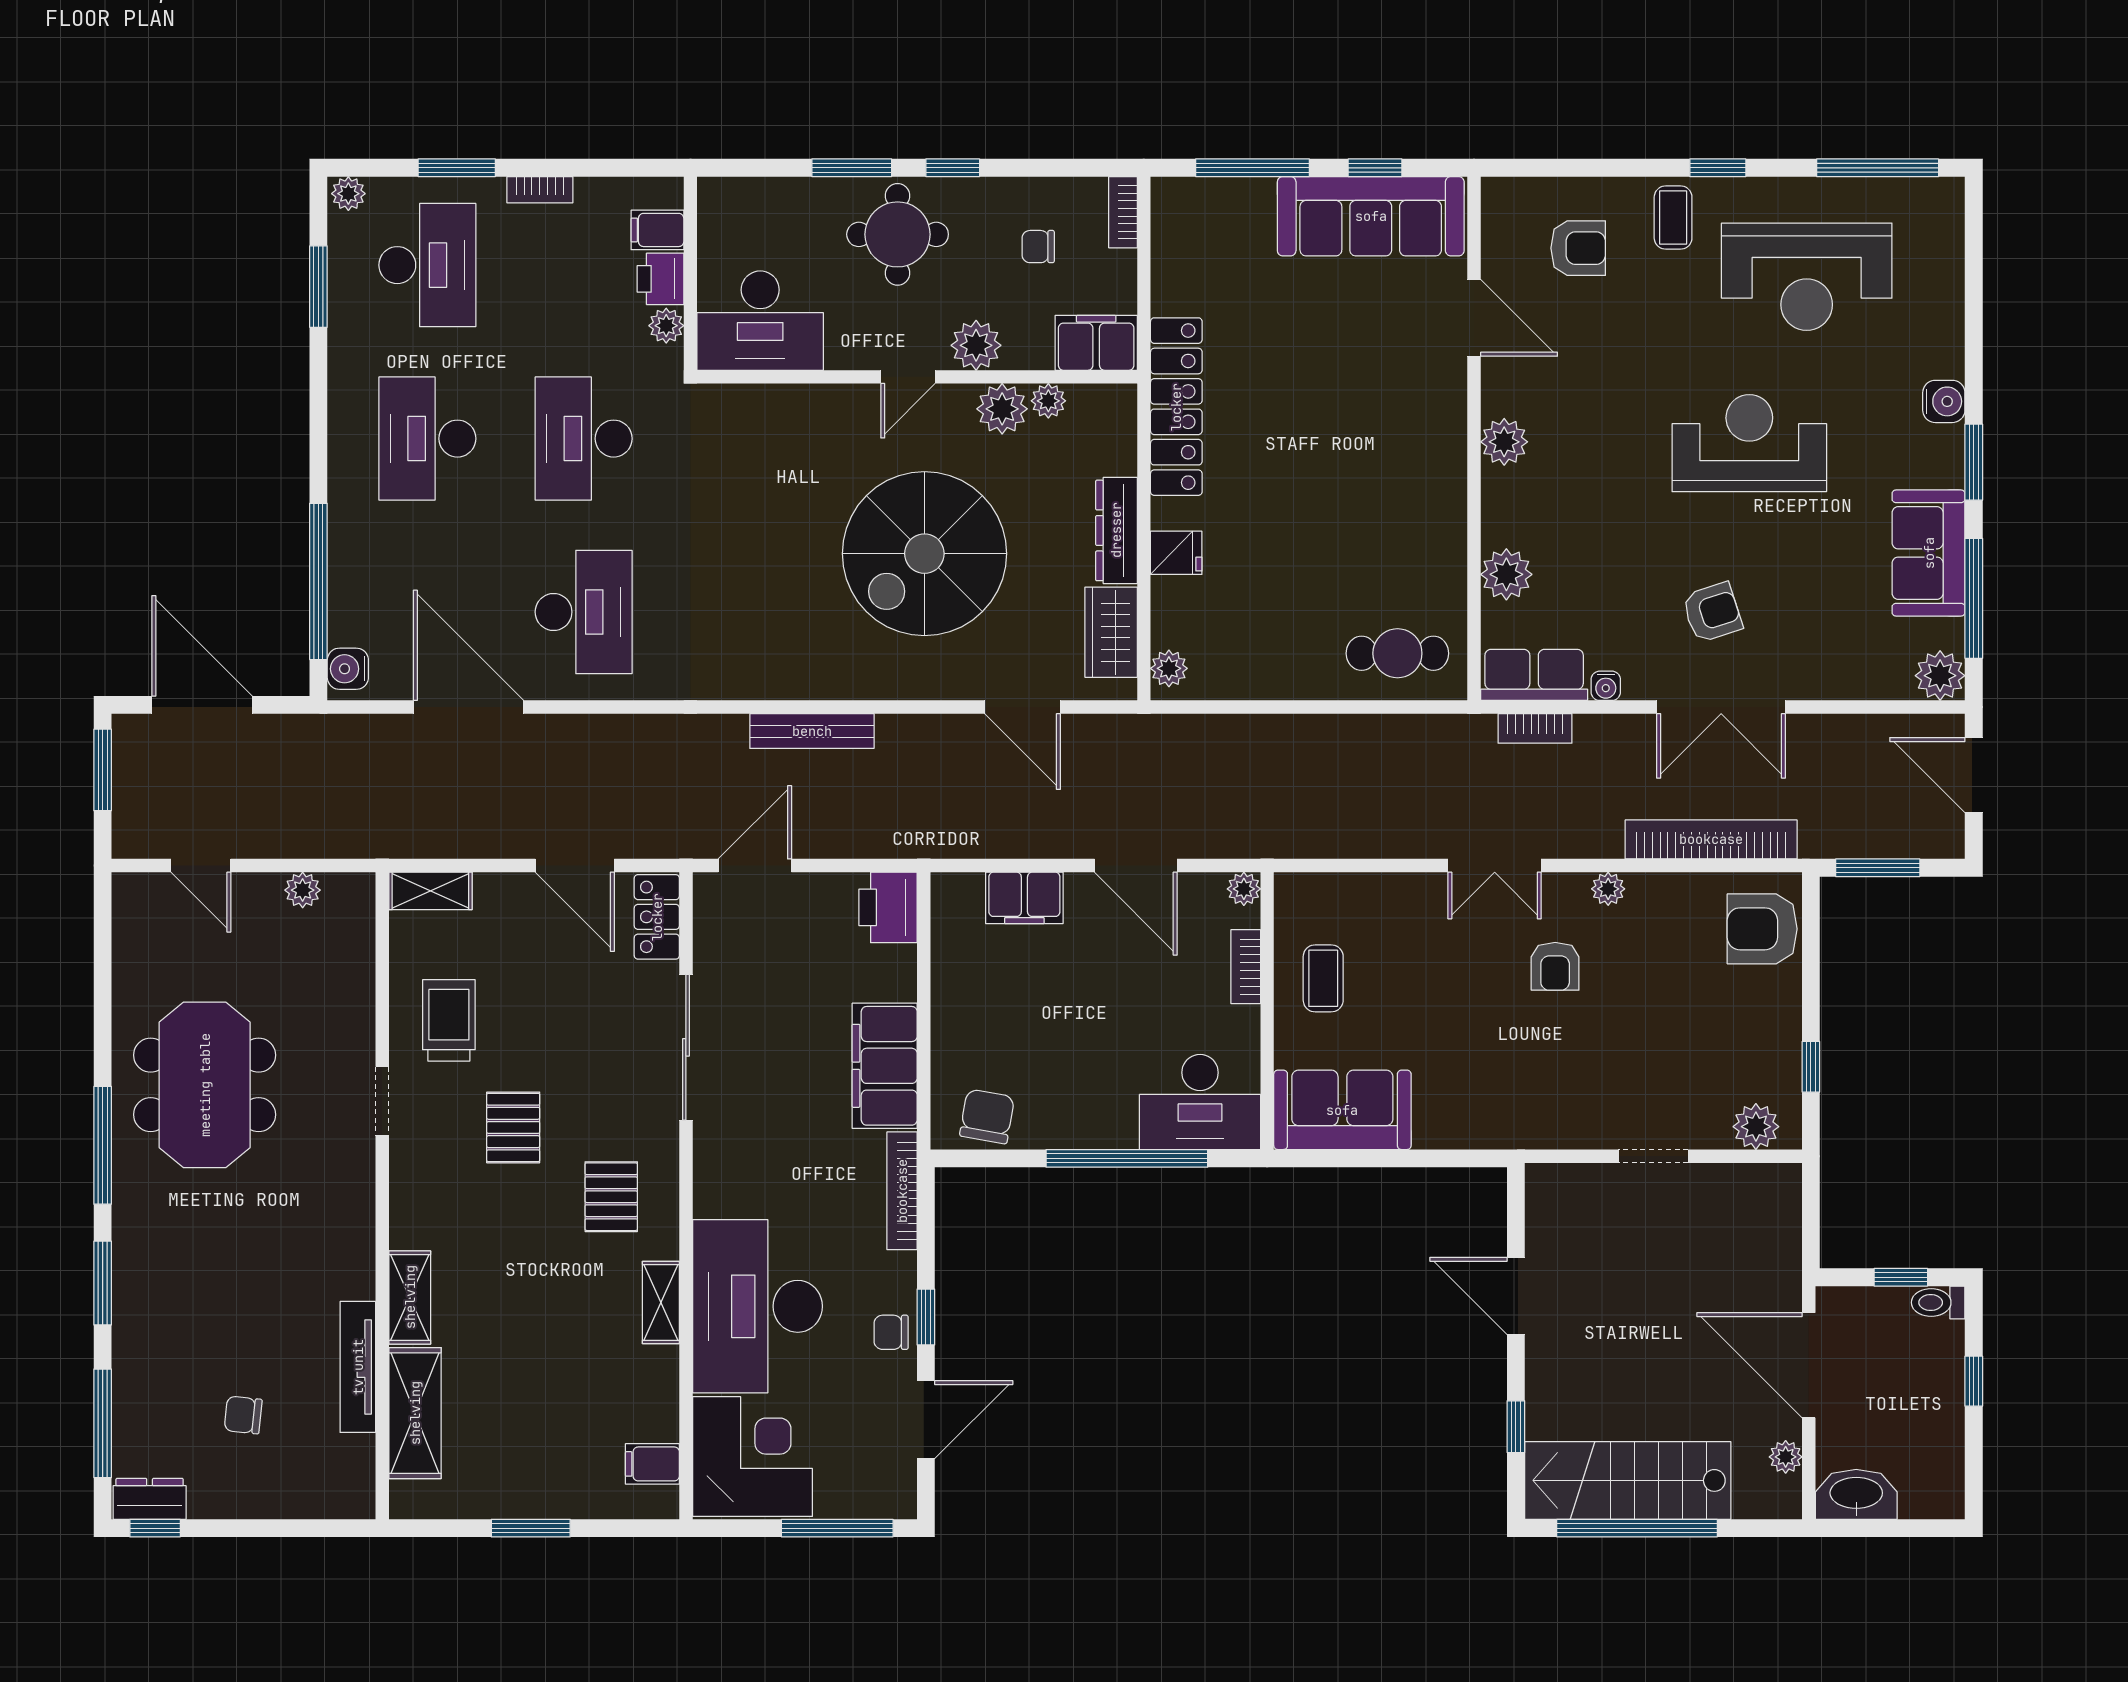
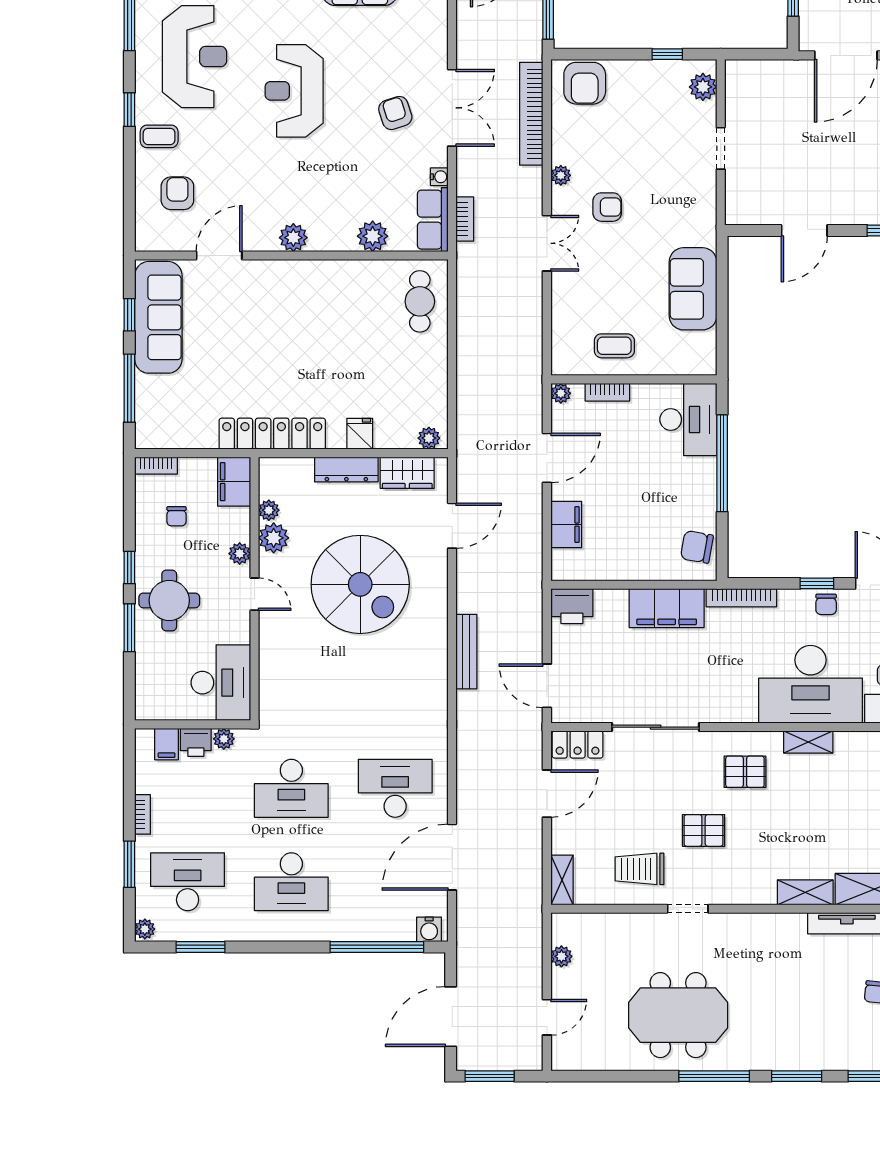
plant: (976, 345) -> (240, 554), width x0.73, depth x0.73
sofa: (1342, 1110) -> (693, 289), moved

